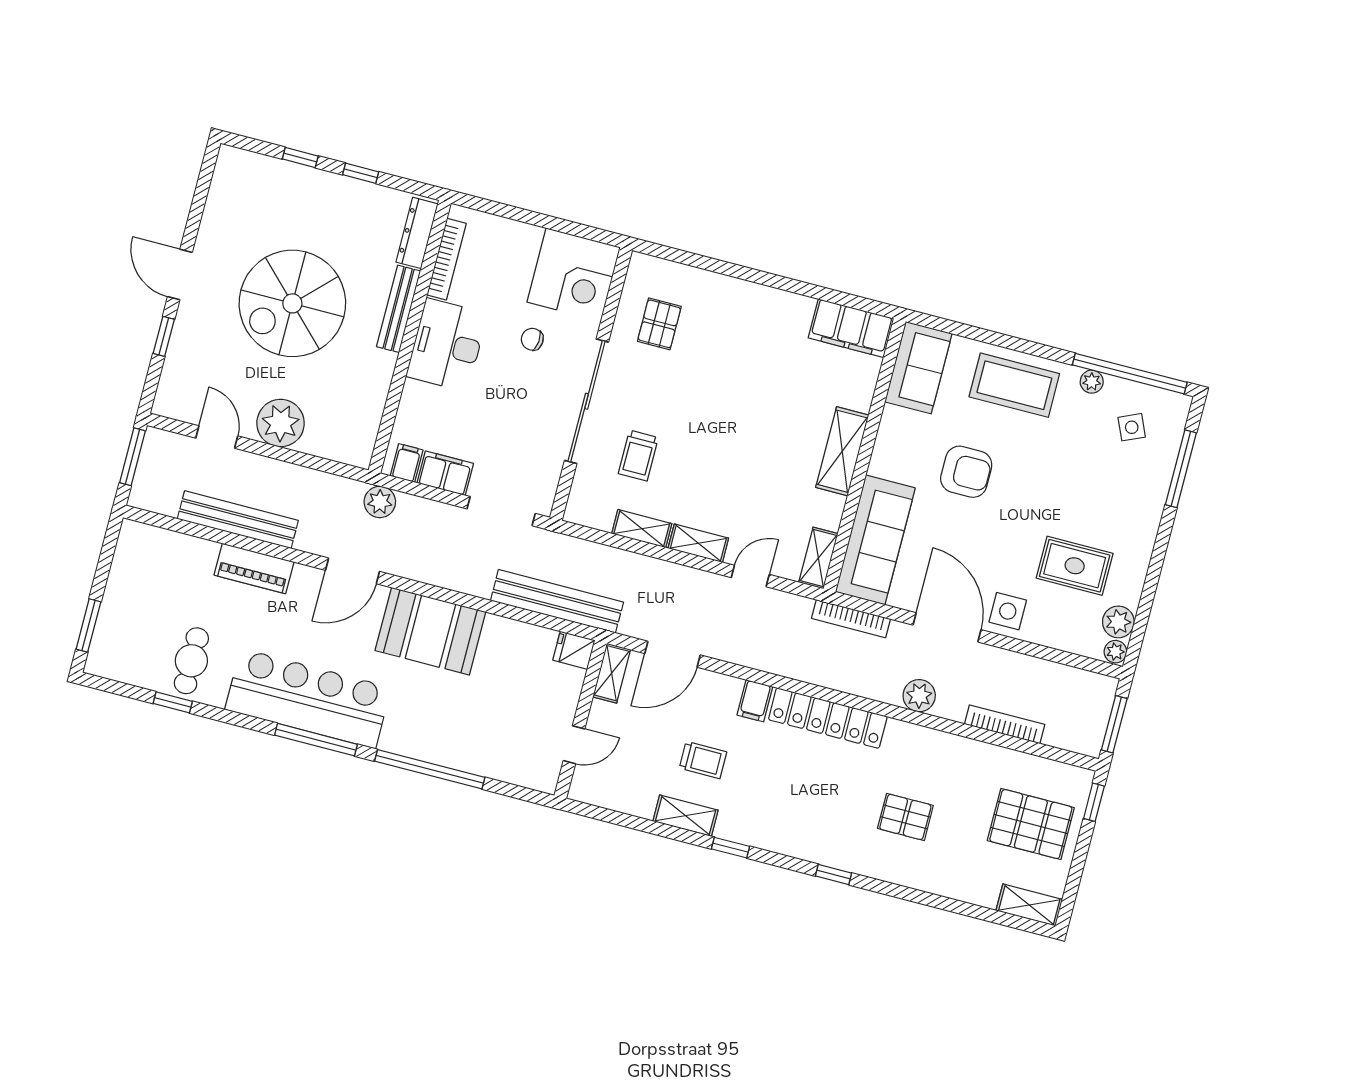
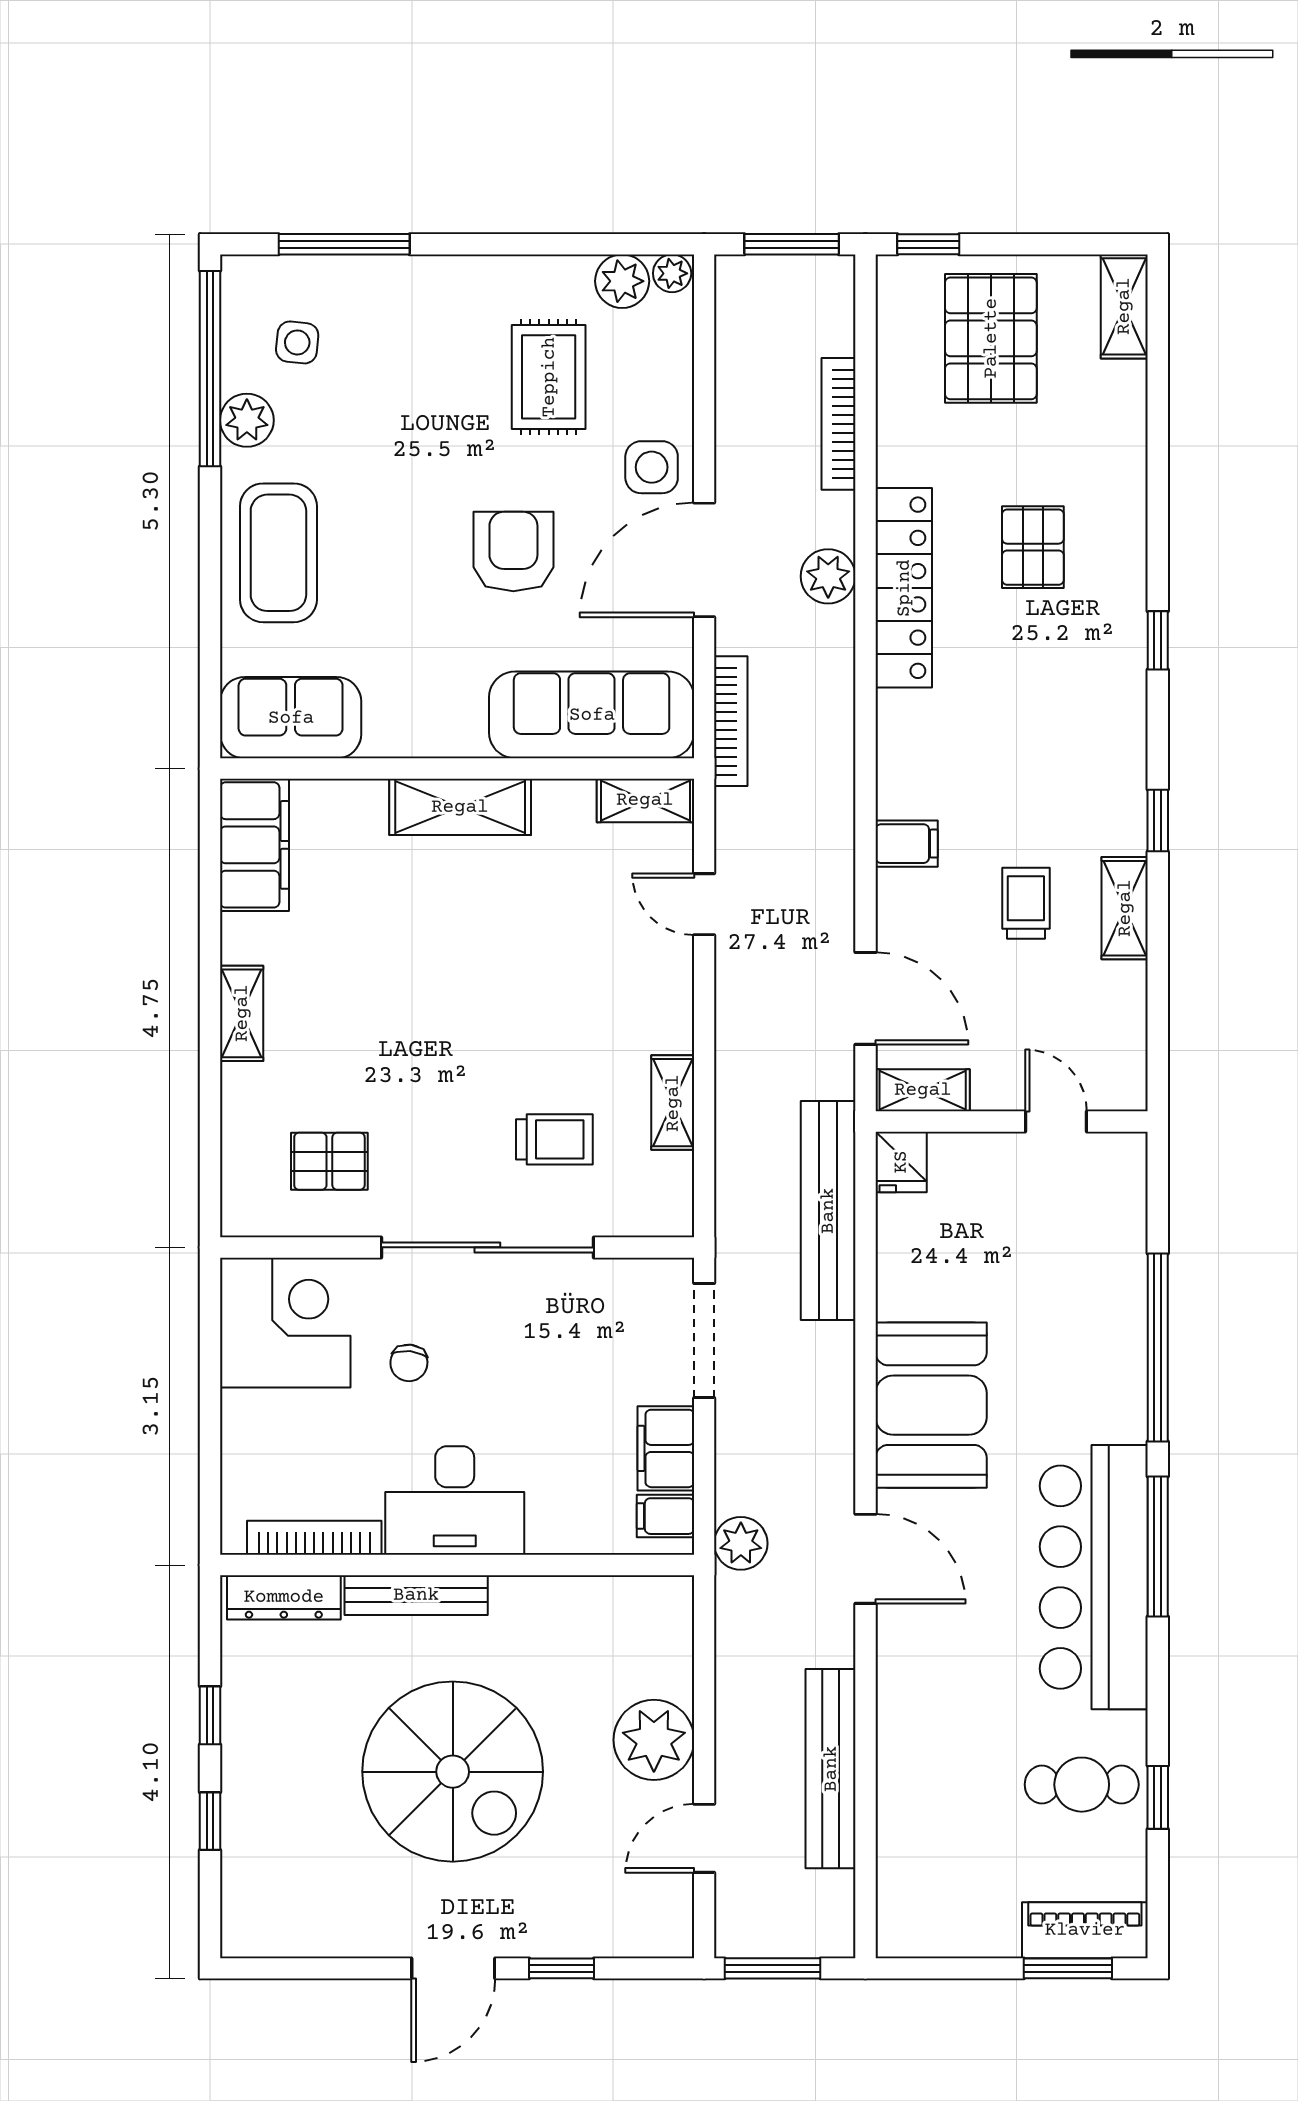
plant: (1092, 382) -> (247, 420), width x1.38, depth x1.38
side table: (1132, 427) -> (297, 342), turned 30
armchair: (966, 472) -> (513, 551), moved
shelving: (698, 543) -> (242, 1013), moved
piano: (254, 568) -> (1085, 1930), moved, turned -90
locker: (828, 718) -> (904, 588), moved

